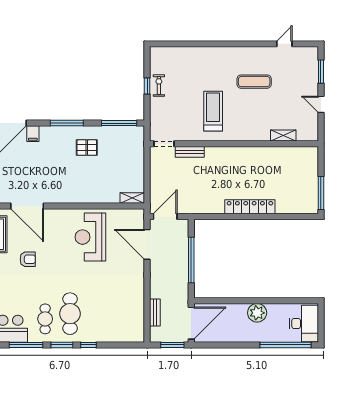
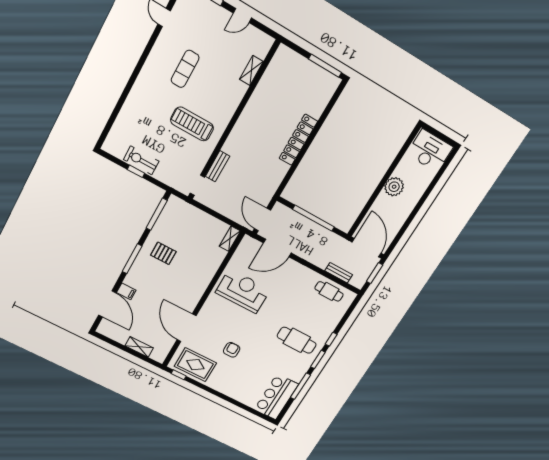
exercise bike: (159, 86) -> (141, 160), width x1.38, depth x1.39
pallet: (87, 148) -> (163, 253), turned 90
door: (27, 206) -> (187, 328), swing flipped
reception desk: (90, 237) -> (243, 291), turned 180
cafe table: (45, 319) -> (329, 291), moved
window: (285, 345) -> (437, 178), removed

